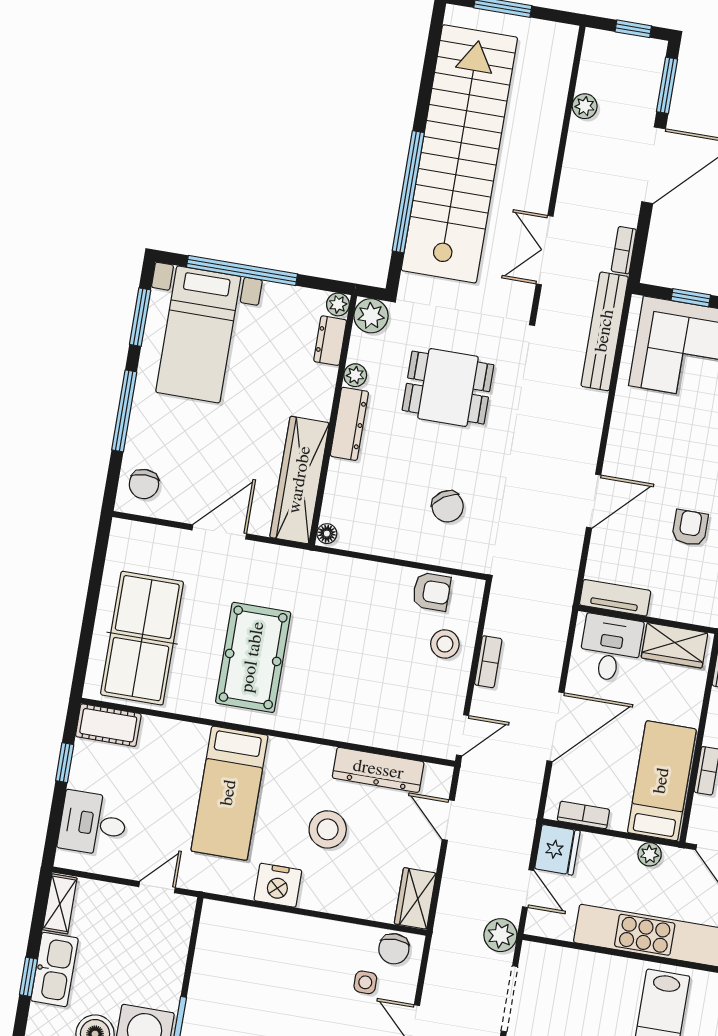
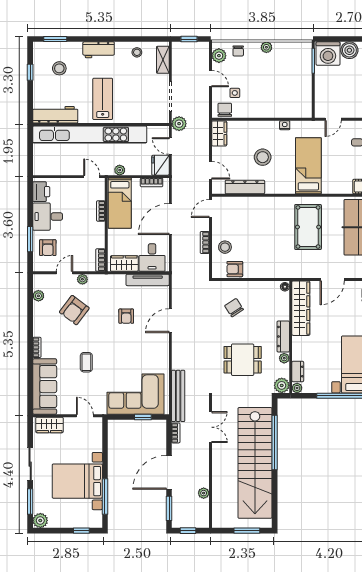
tv unit: (615, 598) -> (148, 280), width x1.41
nightstand: (278, 885) -> (285, 125), width x0.53, depth x0.56

